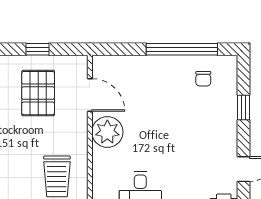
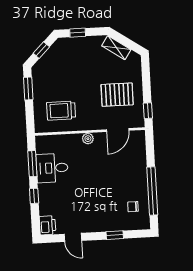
window: (37, 49) -> (148, 111), moved
plant: (107, 132) -> (88, 139), width x0.53, depth x0.53

